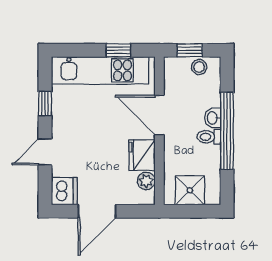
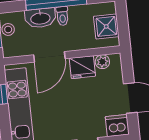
washbasin: (213, 118) -> (40, 18), width x1.91, depth x1.45

